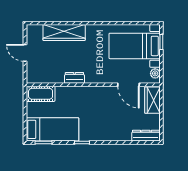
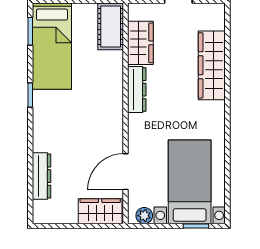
wardrobe: (50, 76) -> (140, 43), added
dresser: (74, 78) -> (137, 90), width x1.44
dresser: (146, 136) -> (42, 176), moved

